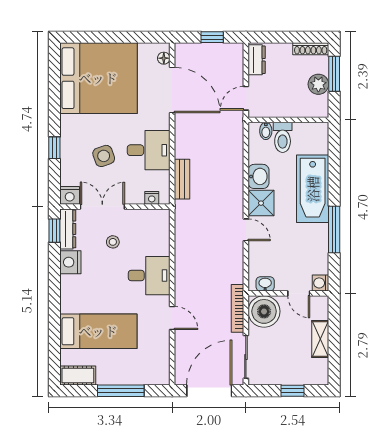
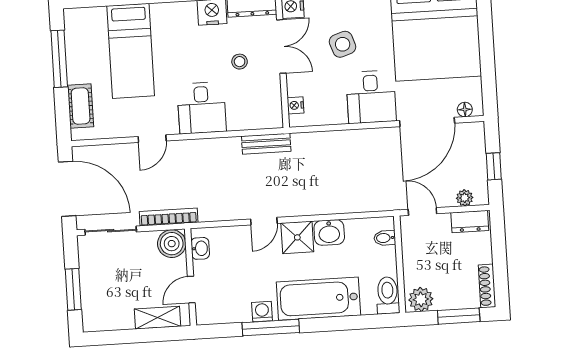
plant: (237, 63) -> (465, 198), added
plant: (318, 84) -> (421, 299), moved
toilet: (283, 137) -> (388, 295), moved, turned 90
desk: (149, 150) -> (371, 97), moved
bench: (182, 179) -> (266, 144), moved
washing machine: (320, 283) -> (262, 312), moved
boiler: (264, 311) -> (172, 244), width x0.73, depth x0.73
shelving: (320, 339) -> (157, 318), moved
cot: (78, 376) -> (81, 106), moved
window: (121, 391) -> (59, 59), moved
window: (293, 391) -> (73, 289), width x1.50

